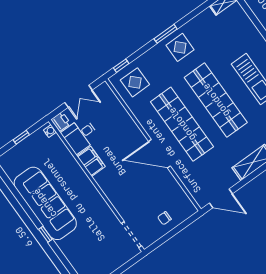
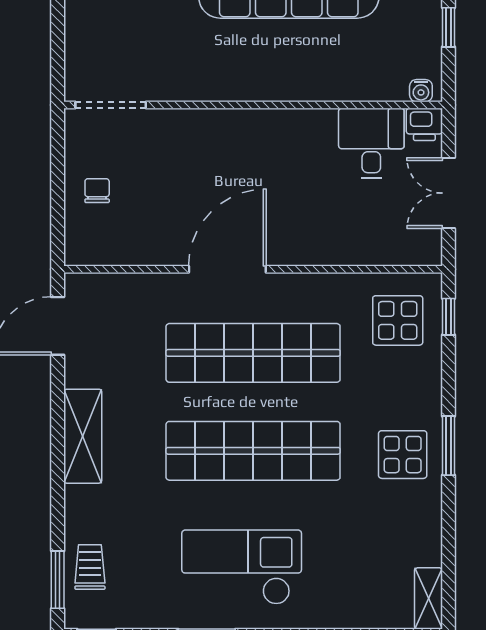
filing cabinet: (91, 161) -> (306, 128), removed

